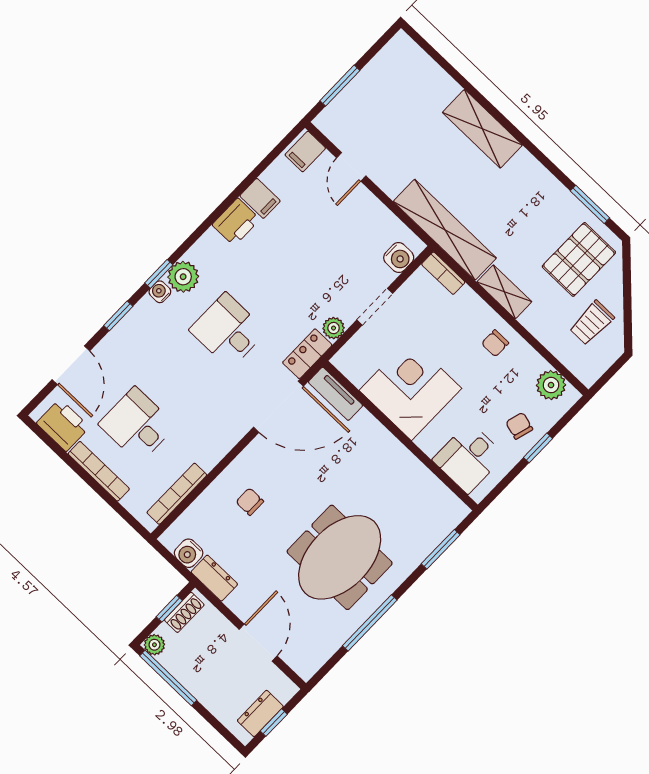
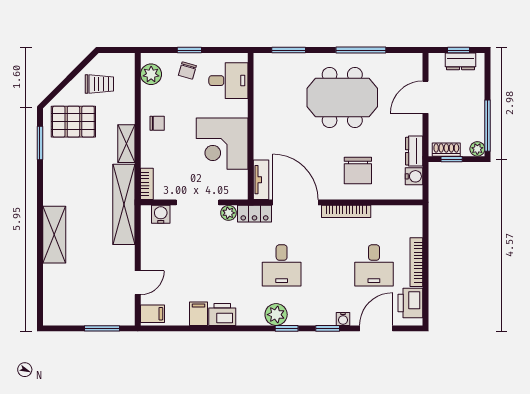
water cooler: (160, 292) -> (343, 319), moved
doorway: (375, 307) -> (197, 202), width x1.38
bookcase: (177, 494) -> (346, 211), moved
chair: (250, 502) -> (358, 170), width x1.87, depth x1.87

